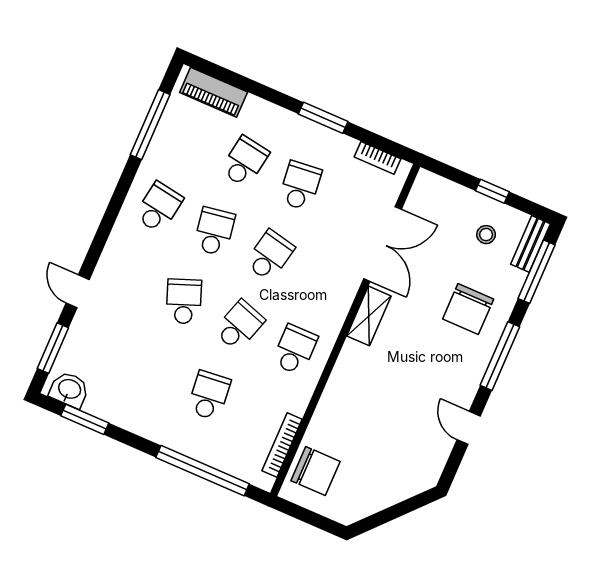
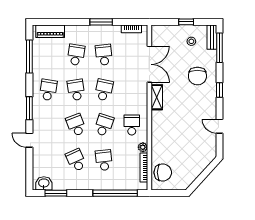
window: (53, 348) -> (29, 108), moved
window: (500, 356) -> (220, 90), width x0.46
school desk: (153, 371) -> (76, 160), added
plant: (298, 403) -> (143, 147), added

